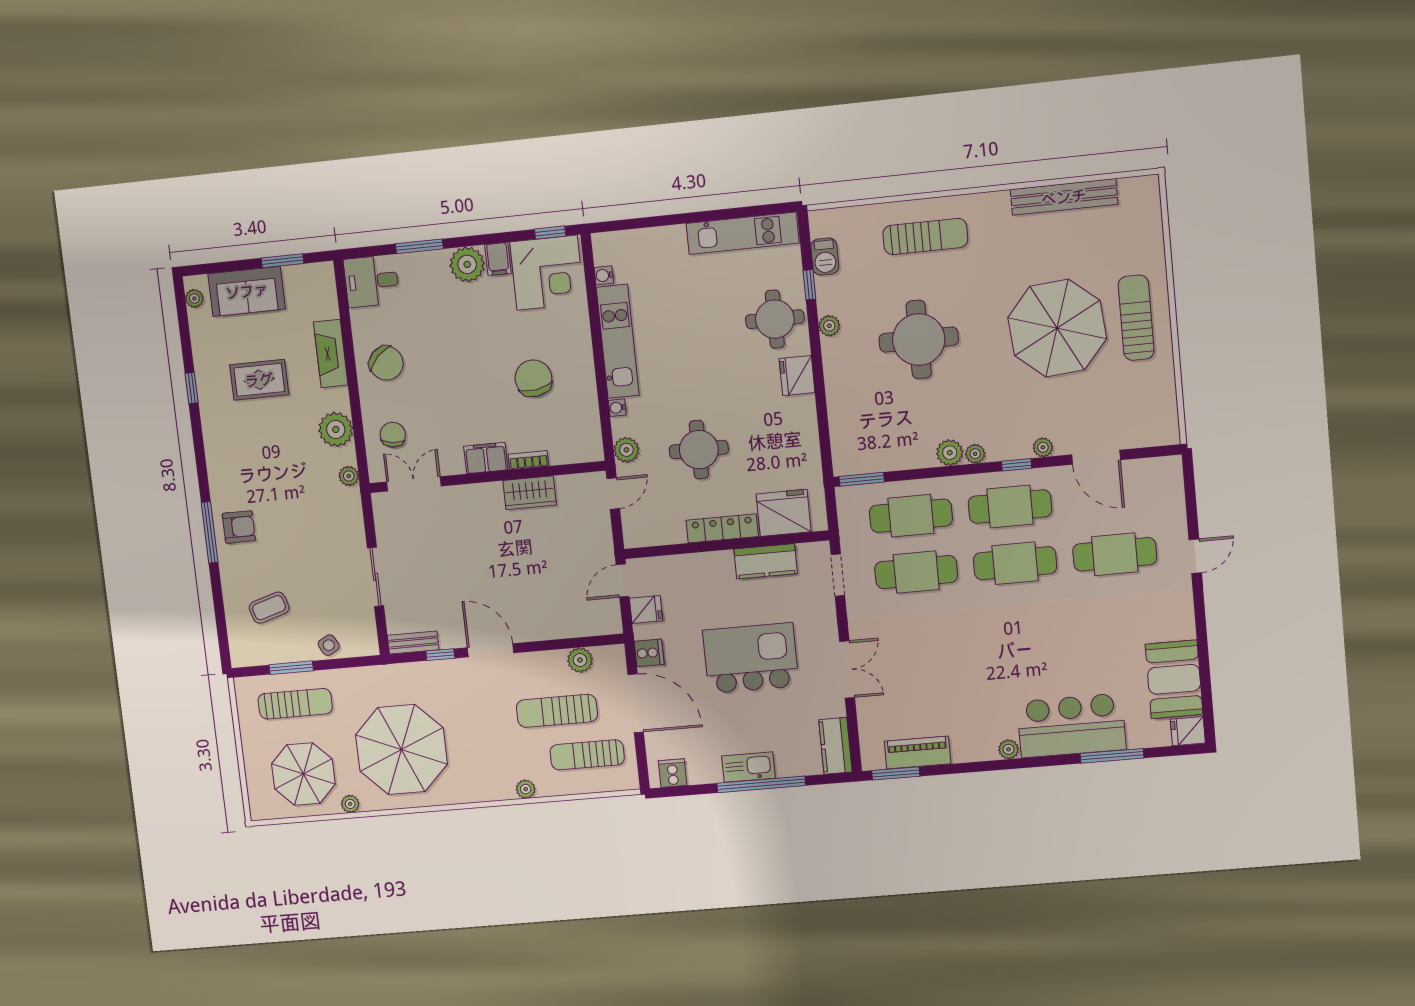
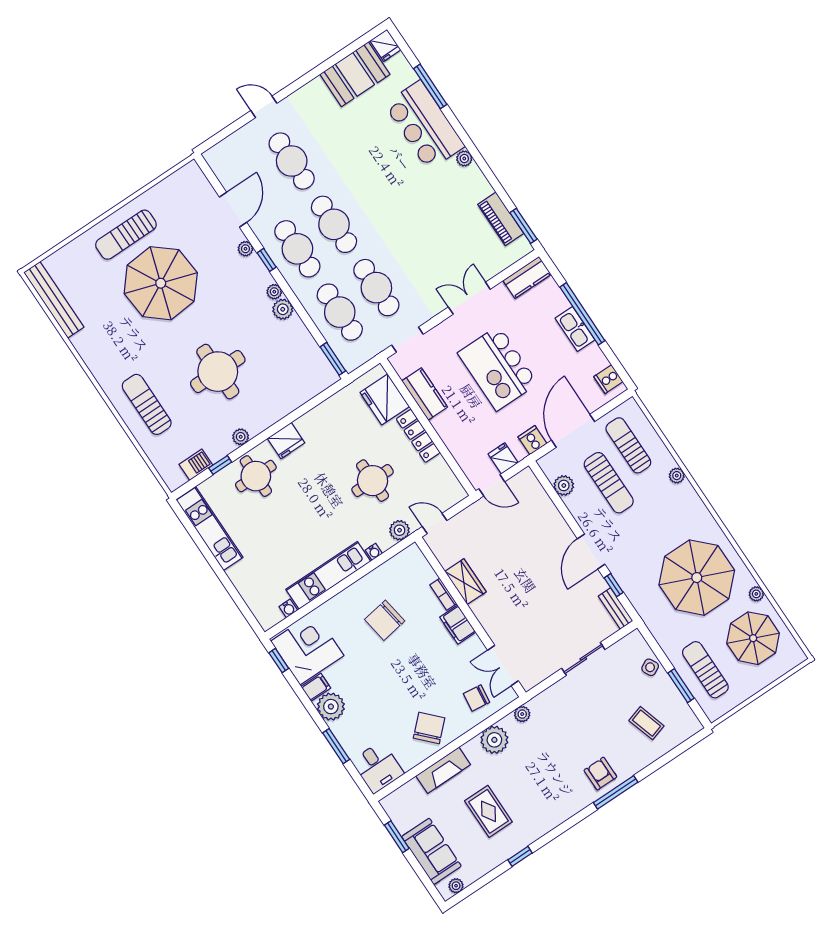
bench: (1064, 197) -> (54, 300), moved
sun lounger: (587, 755) -> (628, 445), turned 180

